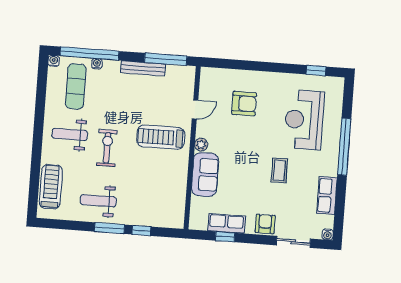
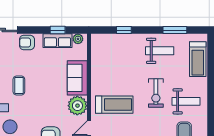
plant: (201, 145) -> (77, 106), width x1.87, depth x1.87
plant: (200, 224) -> (78, 39), added
armchair: (265, 224) -> (27, 42), turned 90
window: (109, 228) -> (175, 30), moved

